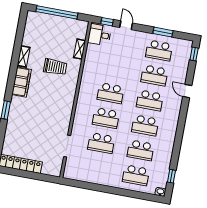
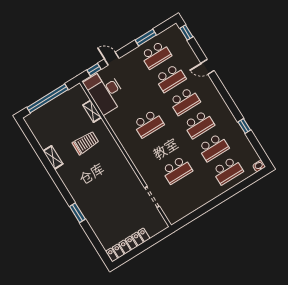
desk: (99, 35) -> (105, 91), width x1.87, depth x1.30
filing cabinet: (22, 82) -> (70, 179), removed
school desk: (106, 118) -> (163, 147), removed
window: (171, 176) -> (244, 126), moved

